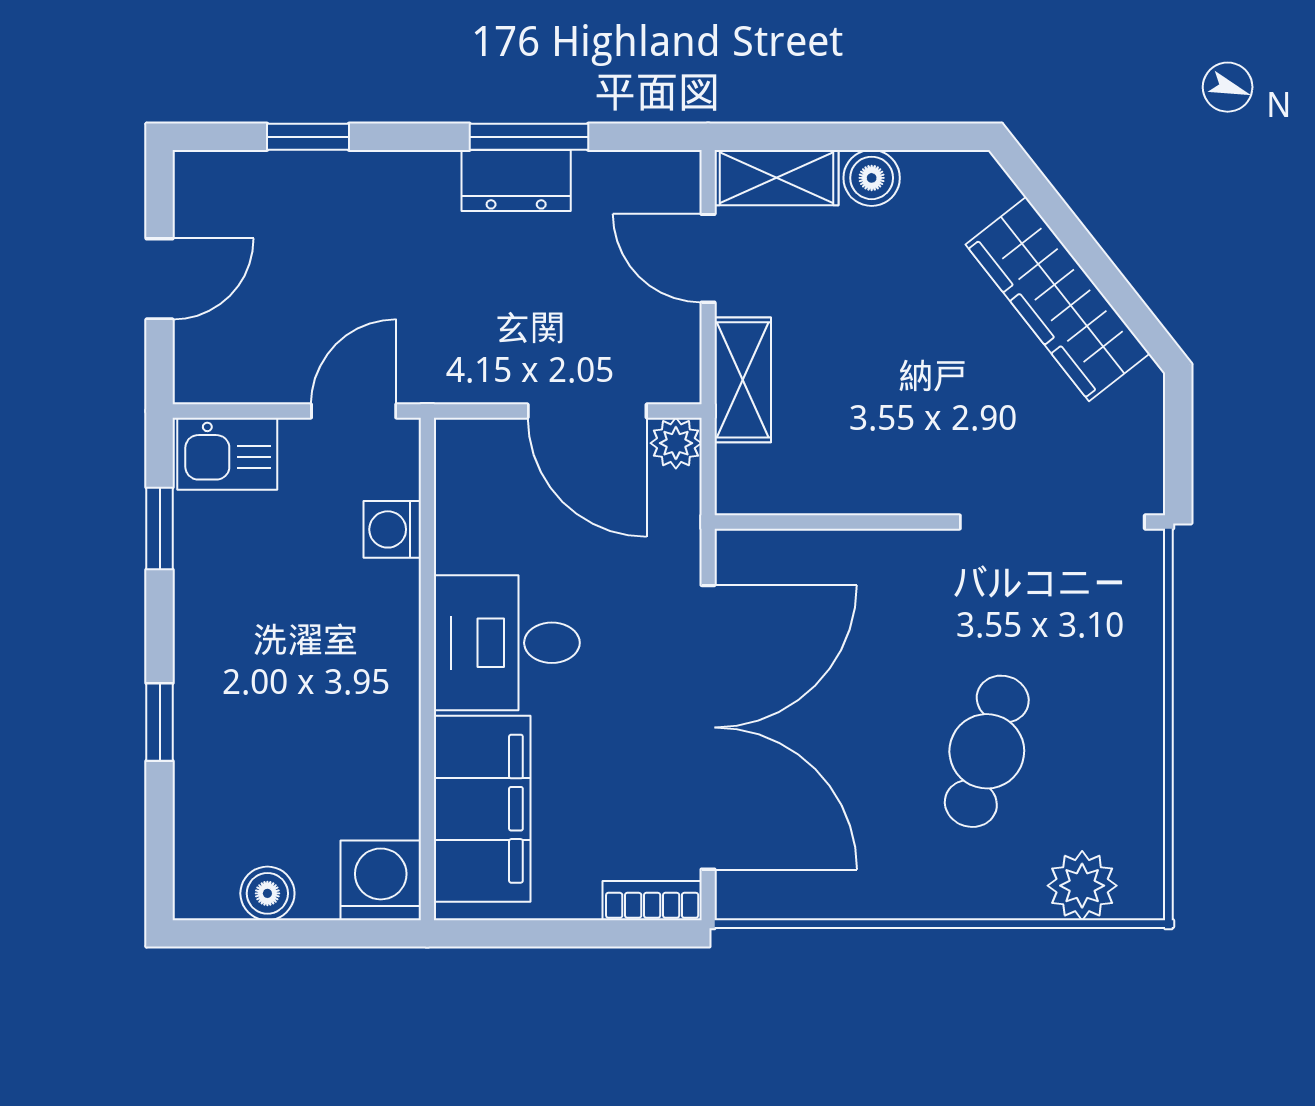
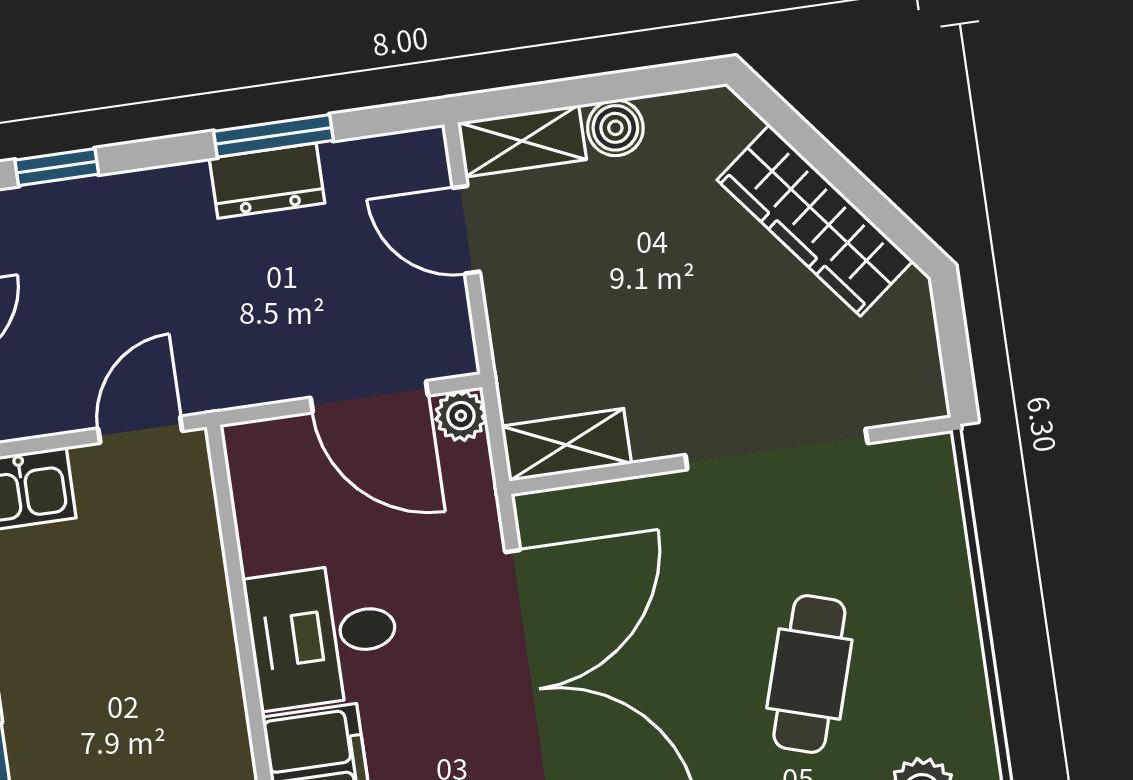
shelving: (743, 380) -> (566, 445), moved, turned 90
doorway: (1052, 522) -> (776, 449), moved
washing machine: (392, 529) -> (195, 540), removed

